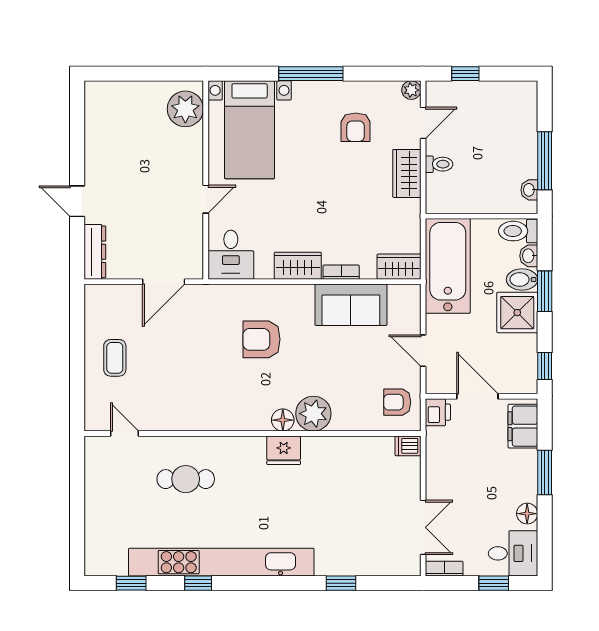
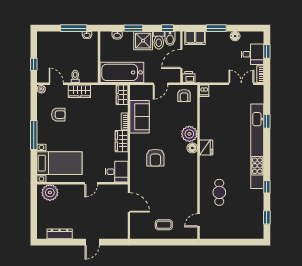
door: (206, 199) -> (91, 183), swing flipped
toilet: (518, 231) -> (159, 40), moved
dresser: (95, 252) -> (60, 234), moved
bidet: (522, 279) -> (170, 38), moved
desk: (513, 553) -> (252, 54), moved, turned 90
kitchen unit: (221, 562) -> (257, 146), moved

